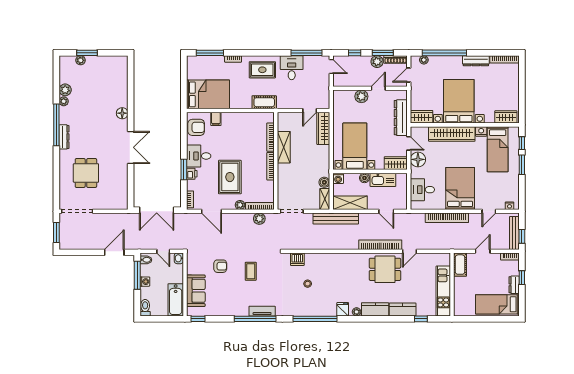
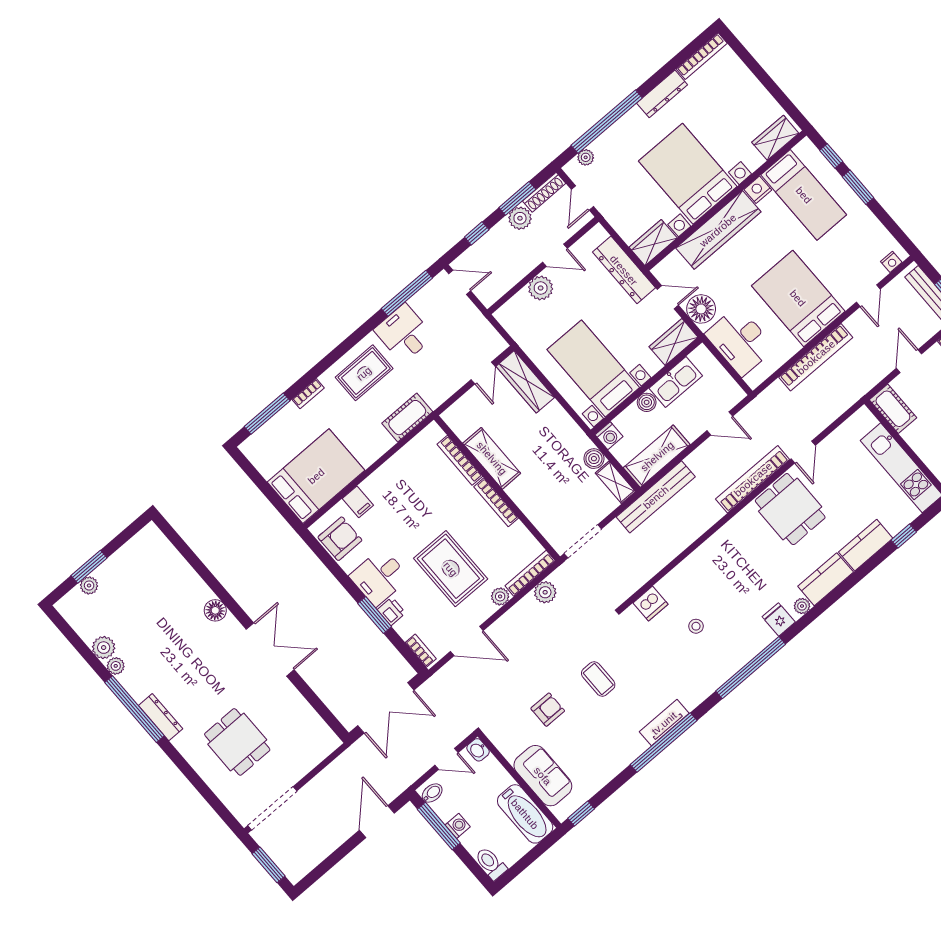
door: (378, 88) -> (555, 255), swing flipped
desk: (422, 190) -> (740, 341), width x1.37
dining table: (385, 269) -> (790, 509), turned 90

